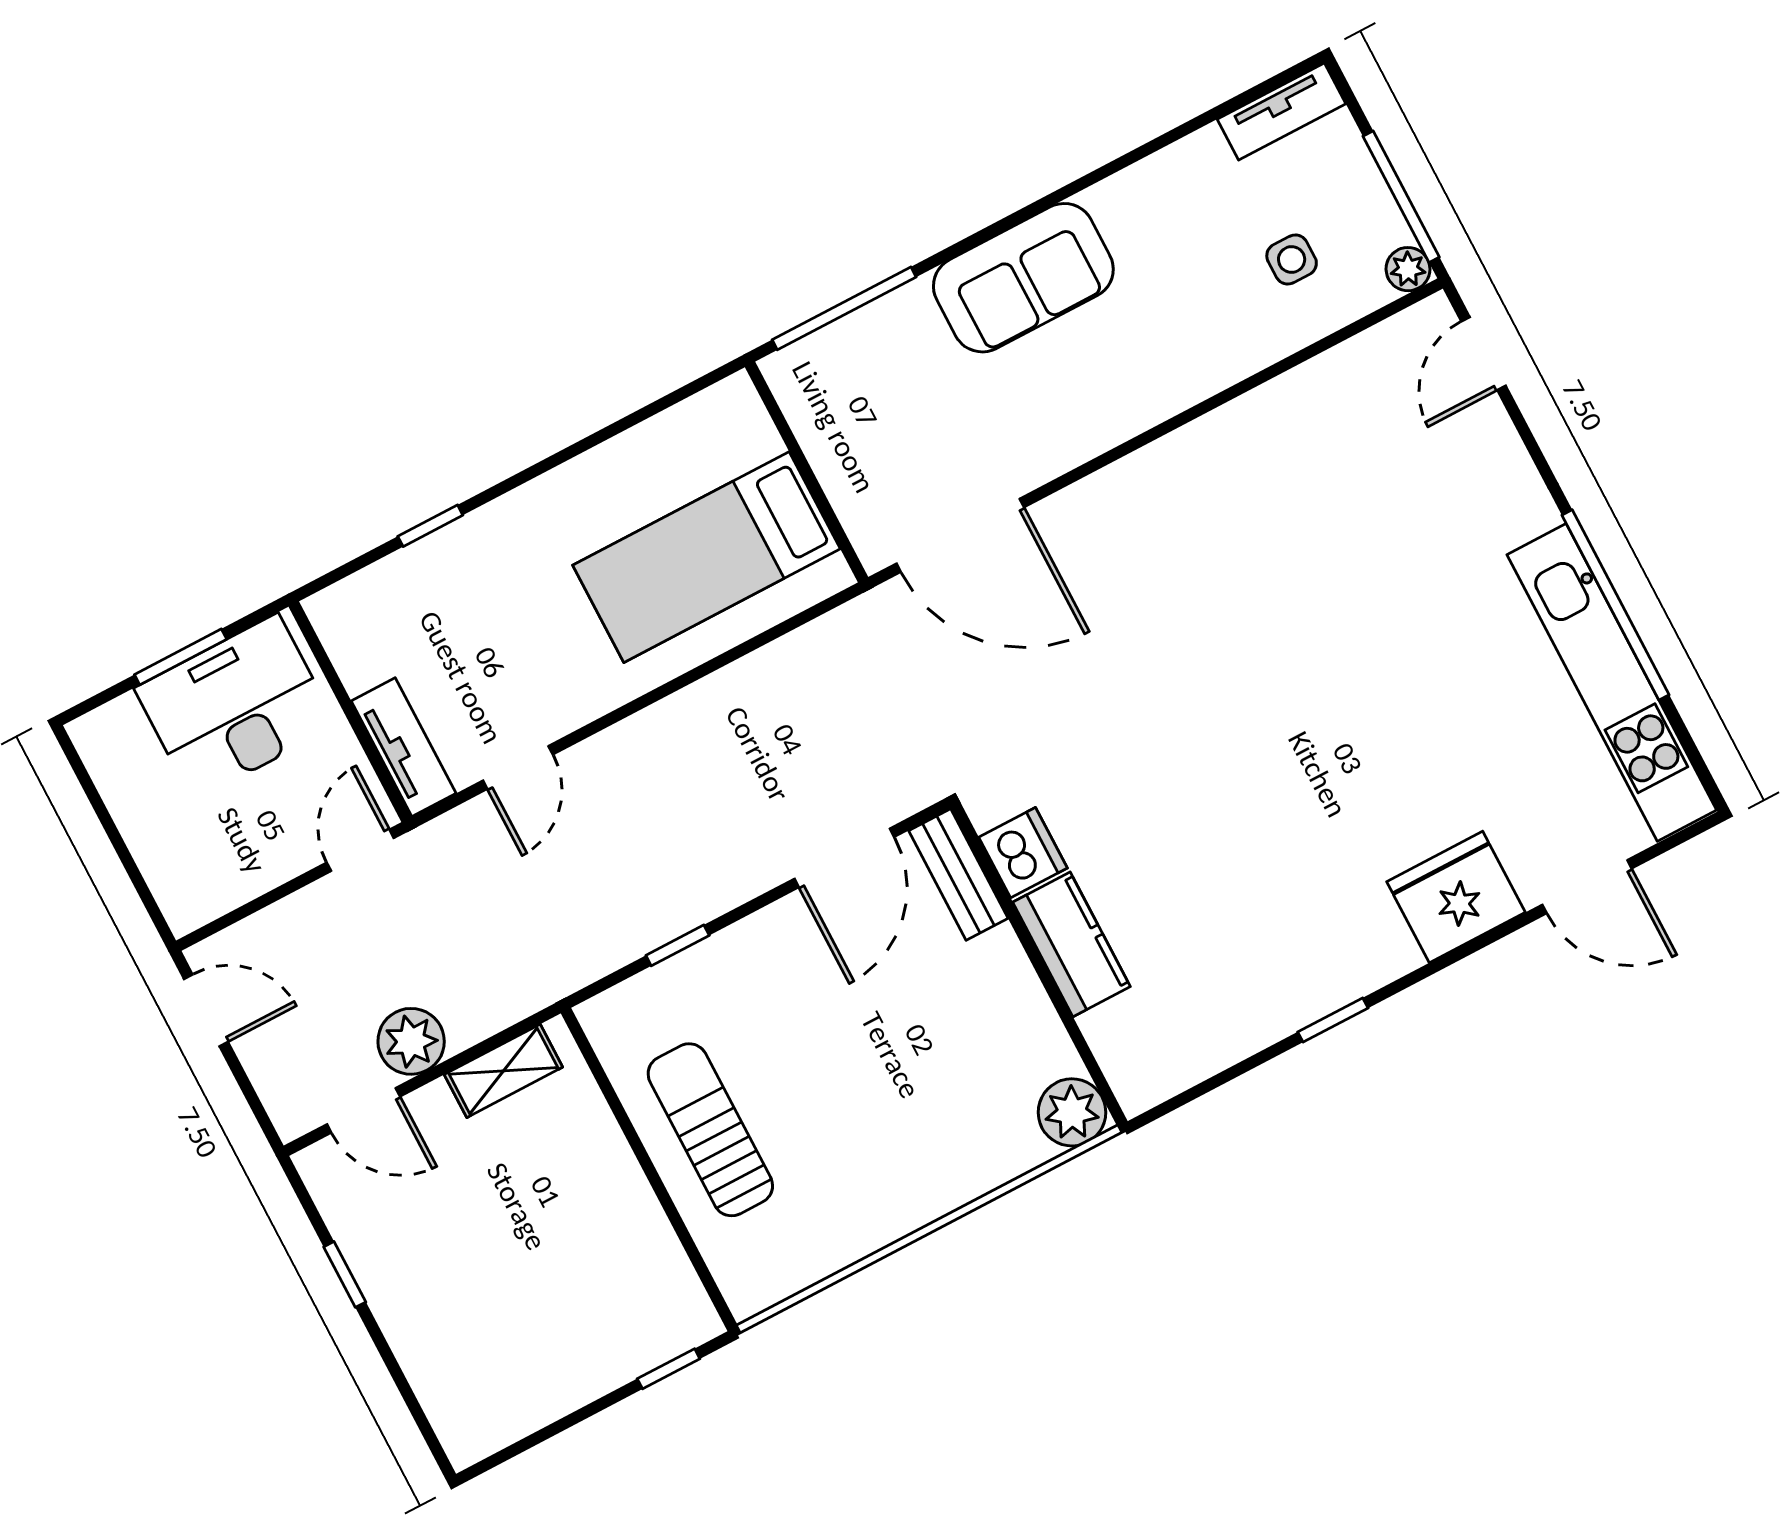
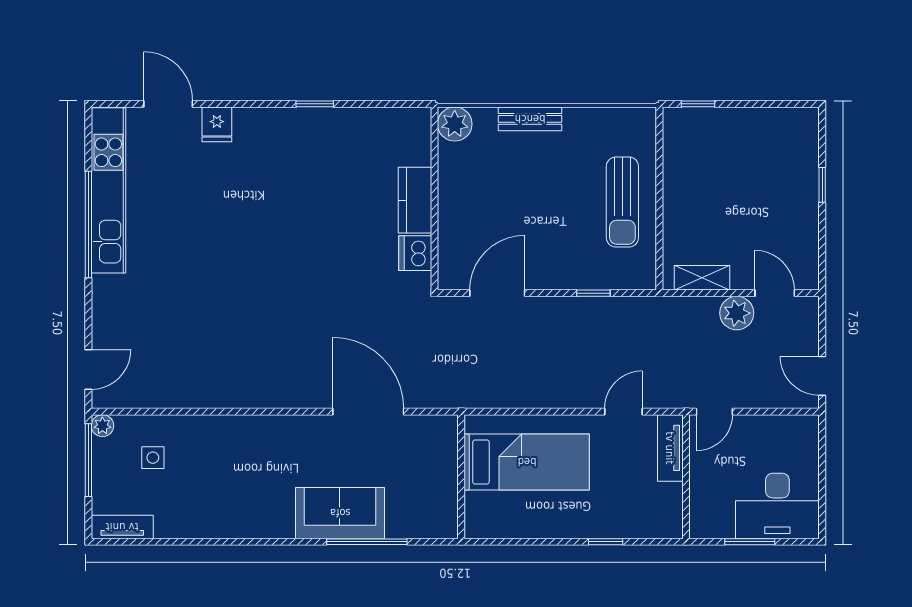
sofa: (1023, 278) -> (340, 513), moved
wall: (807, 472) -> (461, 477), moved
bed: (707, 557) -> (527, 462), moved
desk: (236, 707) -> (777, 506), moved
bench: (958, 874) -> (530, 119), moved, turned 90
fridge: (1456, 897) -> (217, 124), width x0.53, depth x0.75
window: (345, 1274) -> (822, 185), moved

